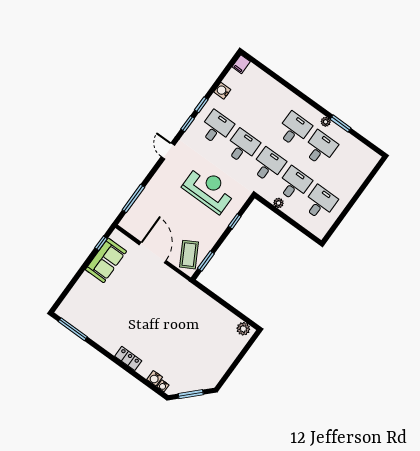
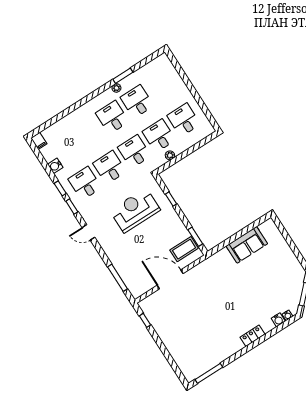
coffee table: (189, 255) -> (184, 249), turned -61
sofa: (106, 260) -> (247, 245), moved, turned 90
plant: (243, 329) -> (266, 228), removed

